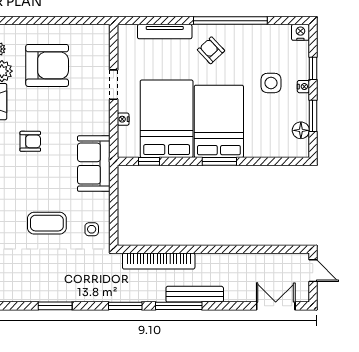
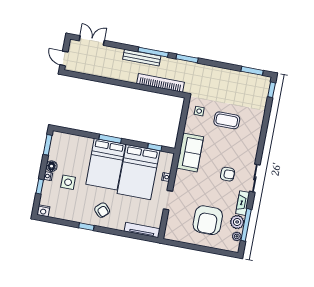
window: (230, 21) -> (86, 227), width x0.32
tv unit: (165, 32) -> (142, 230), moved
armchair: (47, 65) -> (208, 220), turned -90
window: (313, 116) -> (48, 145), moved
floor lamp: (301, 130) -> (52, 166), moved
armchair: (30, 141) -> (228, 174), turned 180
window: (55, 306) -> (252, 71), moved
double door: (276, 306) -> (92, 41), swing flipped

